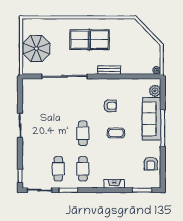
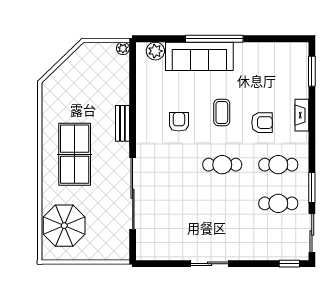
parasol: (36, 49) -> (64, 226), moved
armchair: (151, 164) -> (262, 123), moved

